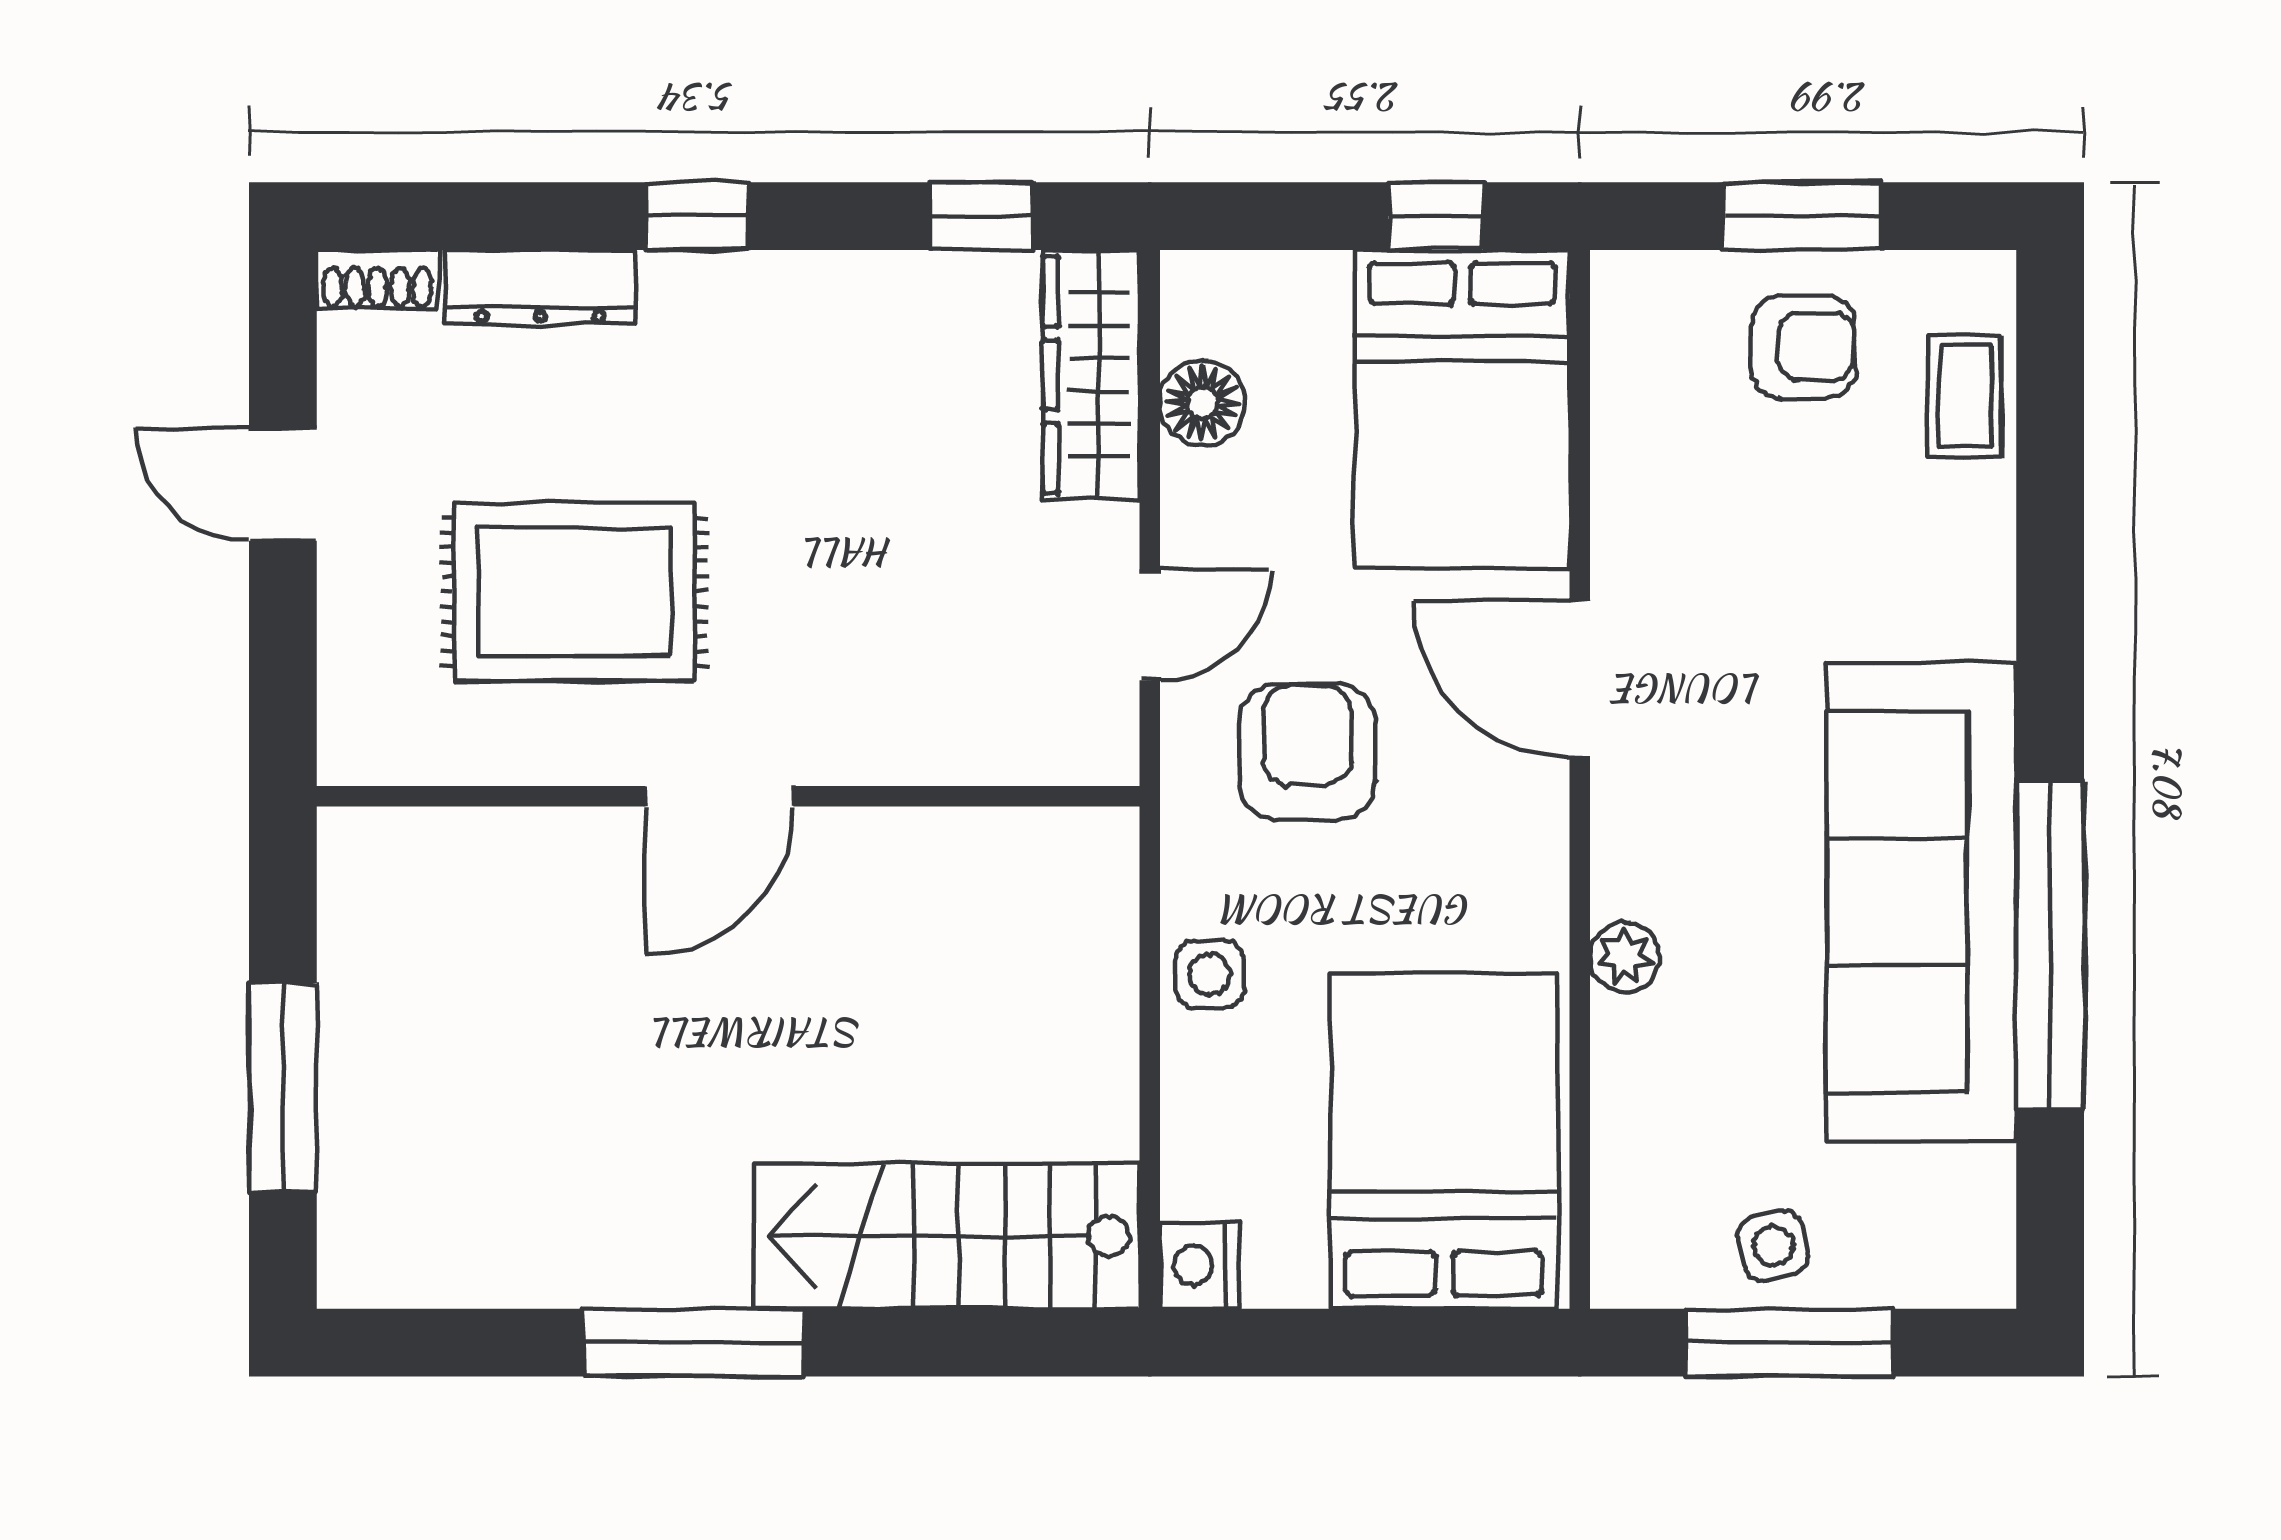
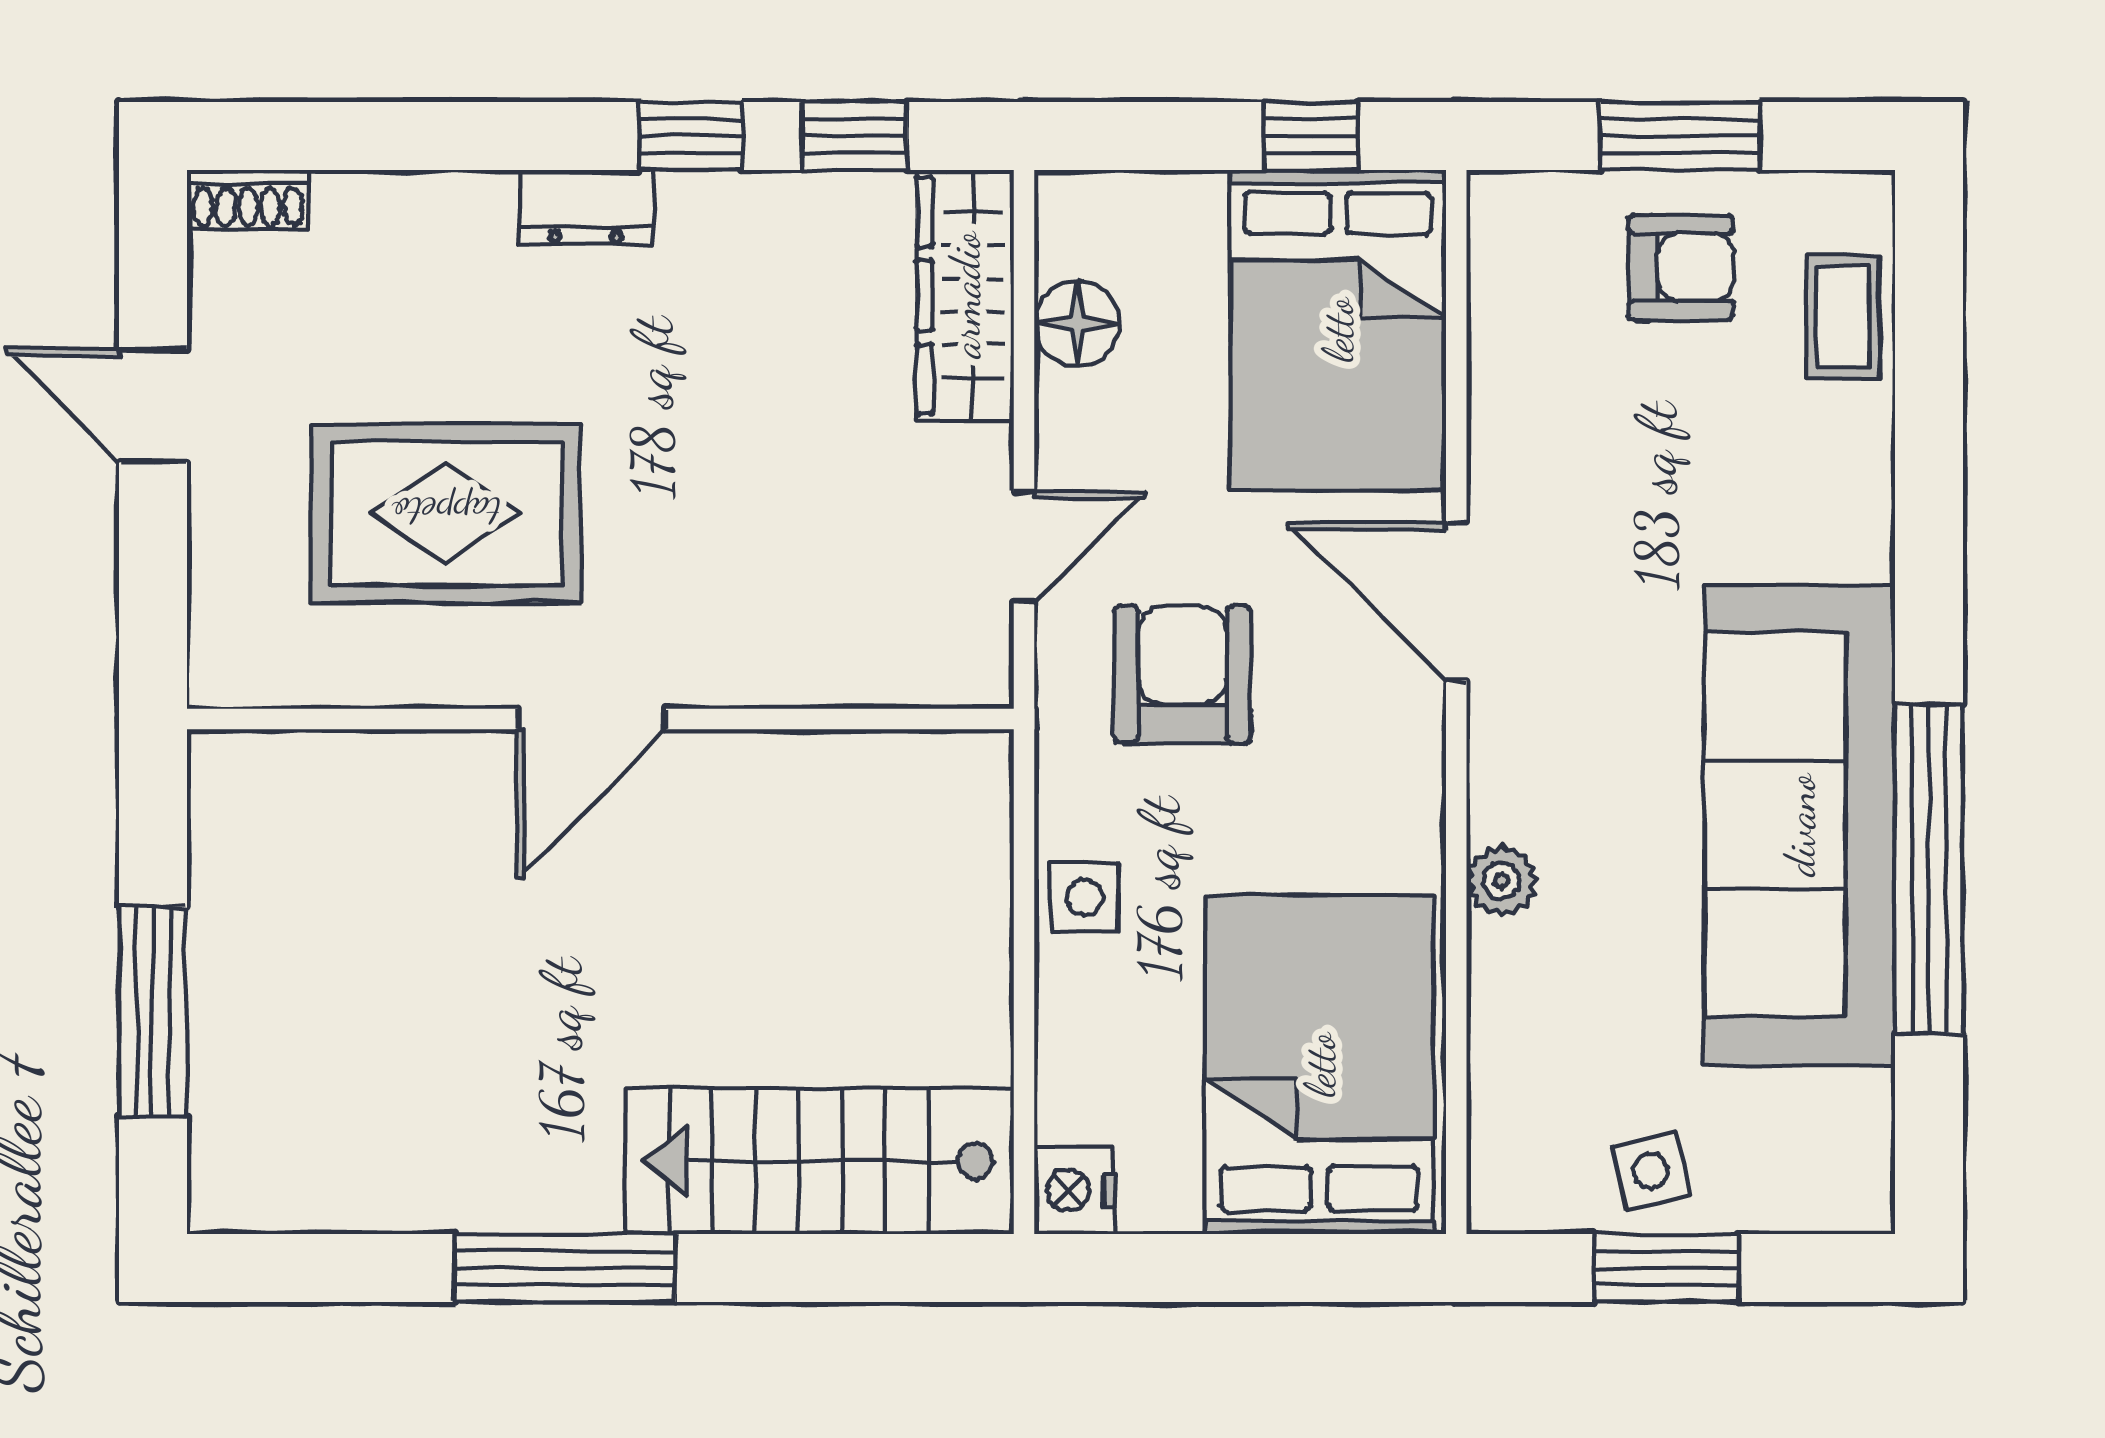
window: (697, 216) -> (691, 136), moved
dresser: (540, 287) -> (586, 207), moved, width x0.70
window: (1789, 1343) -> (1666, 1268), width x0.69

